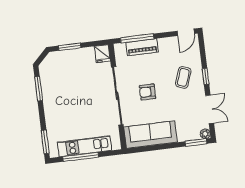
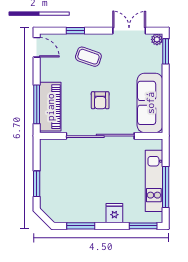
piano: (142, 47) -> (50, 107), width x1.37, depth x1.33
fridge: (102, 54) -> (114, 213), moved, turned -90
window: (206, 76) -> (75, 31), moved

